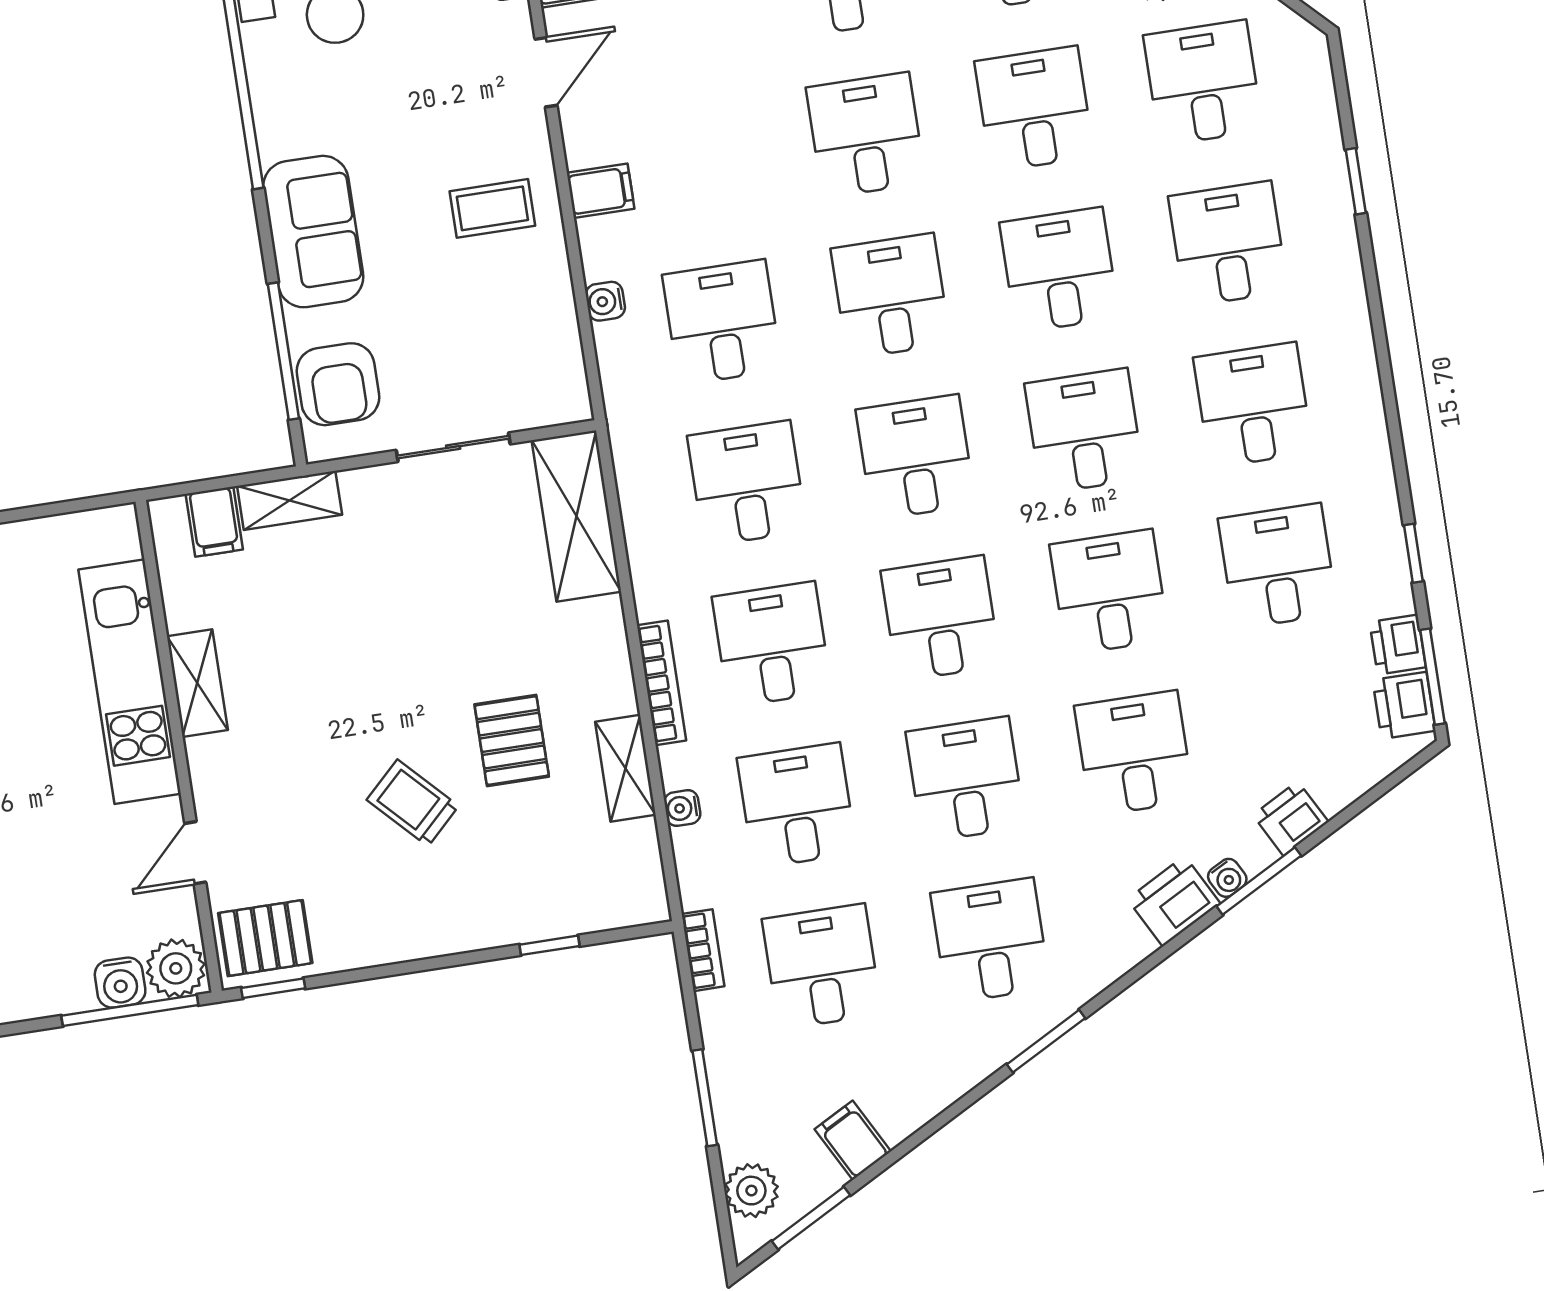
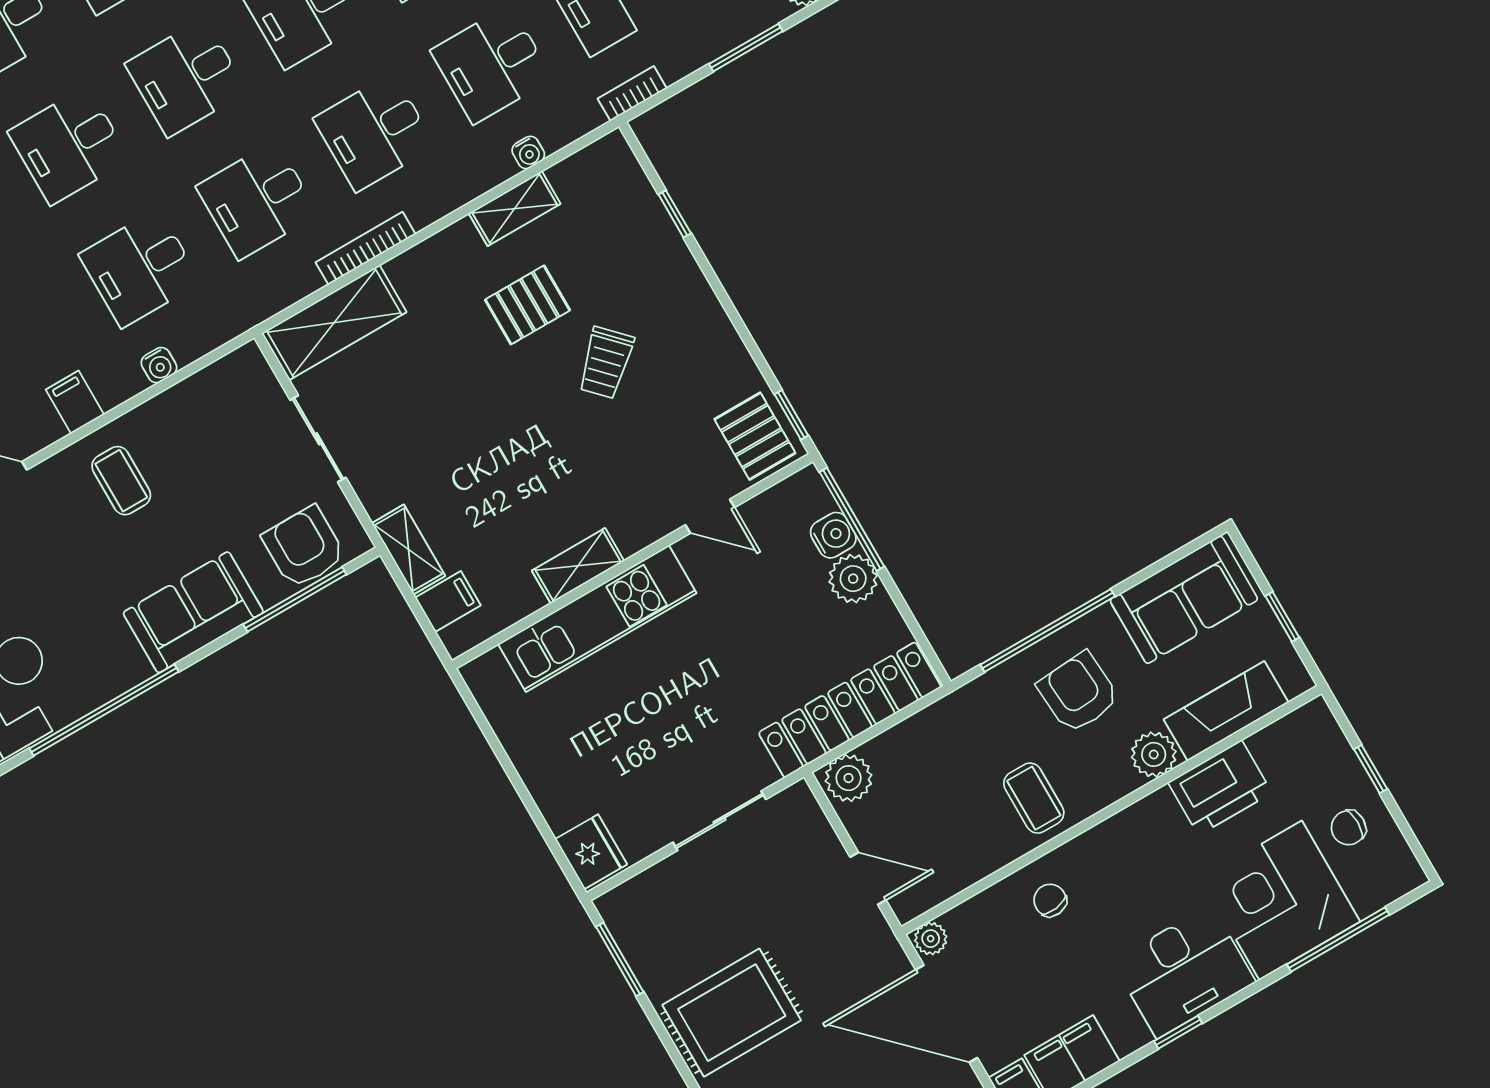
armchair: (338, 384) -> (304, 547), turned -90
bookcase: (661, 683) -> (366, 248), moved
plant: (176, 968) -> (853, 579), moved

